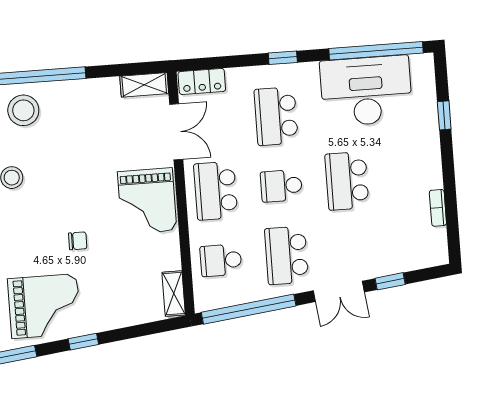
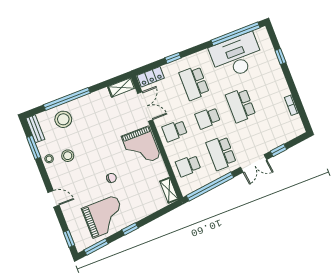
window: (283, 58) -> (173, 58), moved
school desk: (216, 191) -> (175, 131), width x0.54

